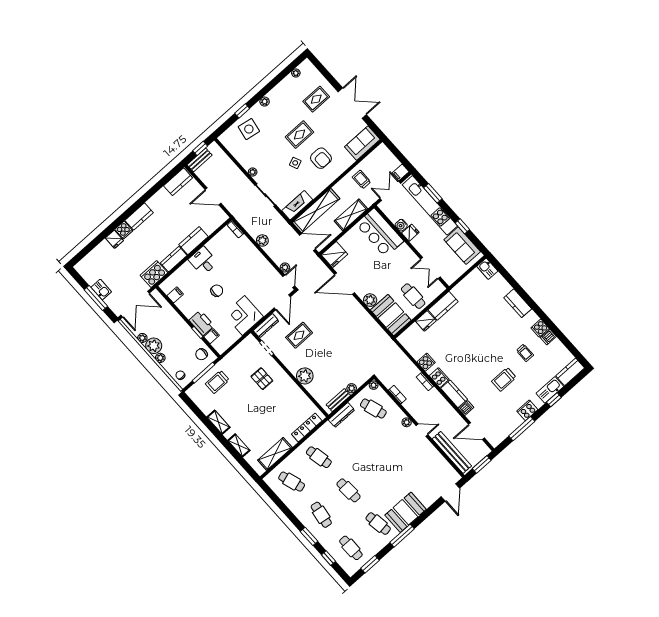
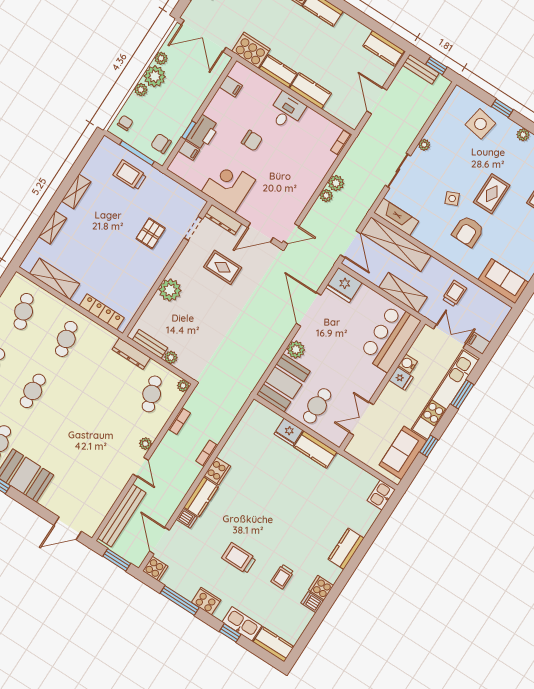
rug: (299, 135) -> (492, 194), turned 90
plant: (285, 267) -> (326, 196), moved
cooker: (426, 362) -> (155, 569), moved

